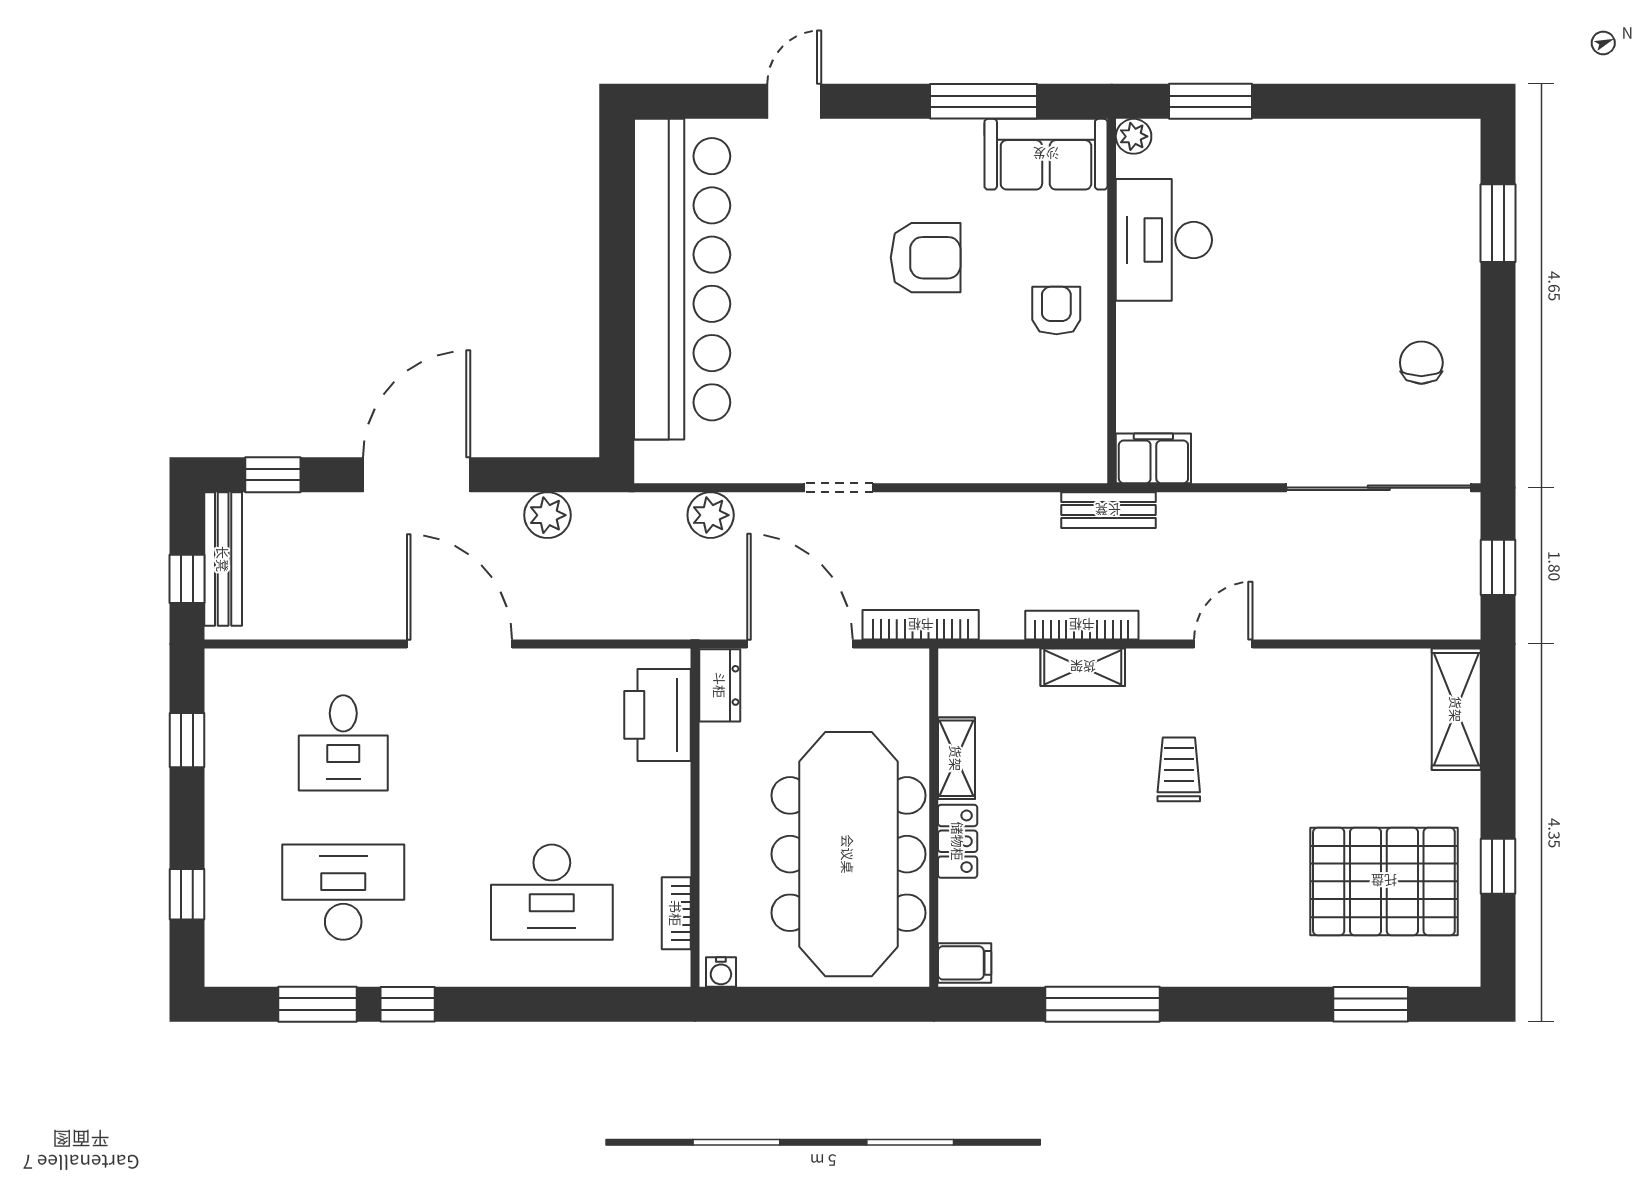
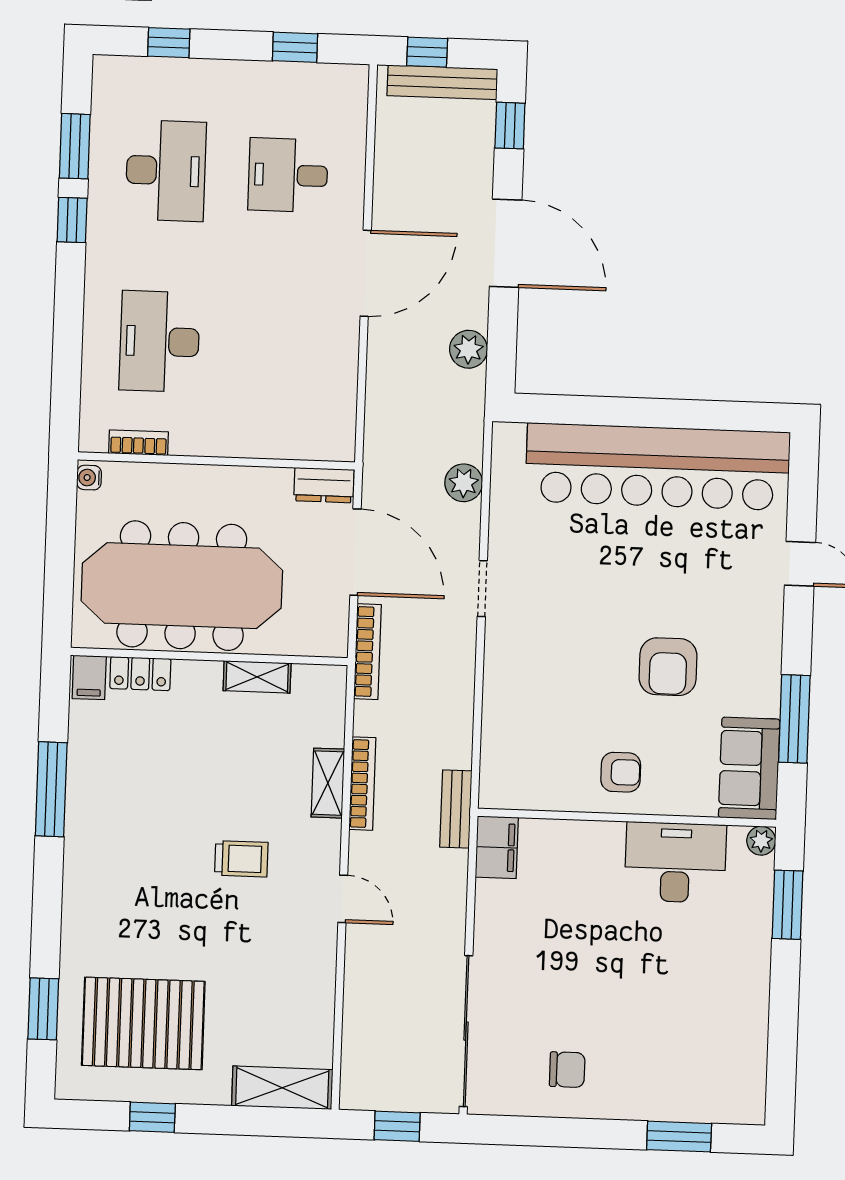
door: (800, 644) -> (355, 552), hinge flipped
printer: (657, 715) -> (302, 433), removed
locker: (958, 841) -> (140, 674), moved
pallet: (1384, 881) -> (143, 1023), turned 90

